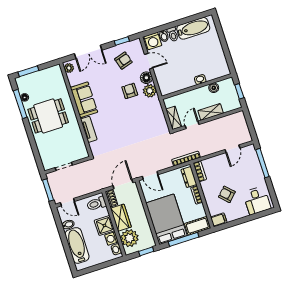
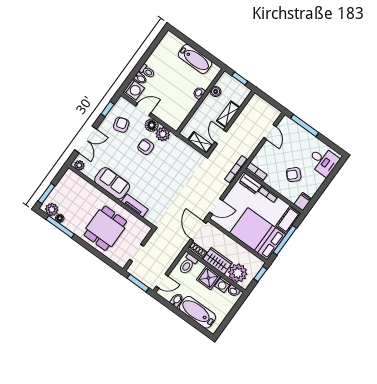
bathtub: (193, 28) -> (195, 59), moved, turned 90
plant: (23, 86) -> (52, 209), added
dining table: (48, 116) -> (105, 228), moved

